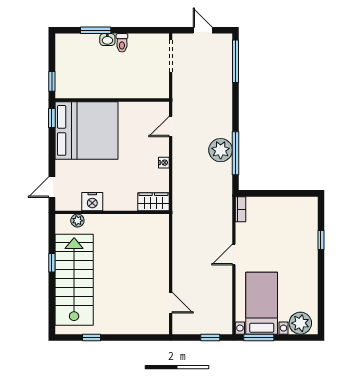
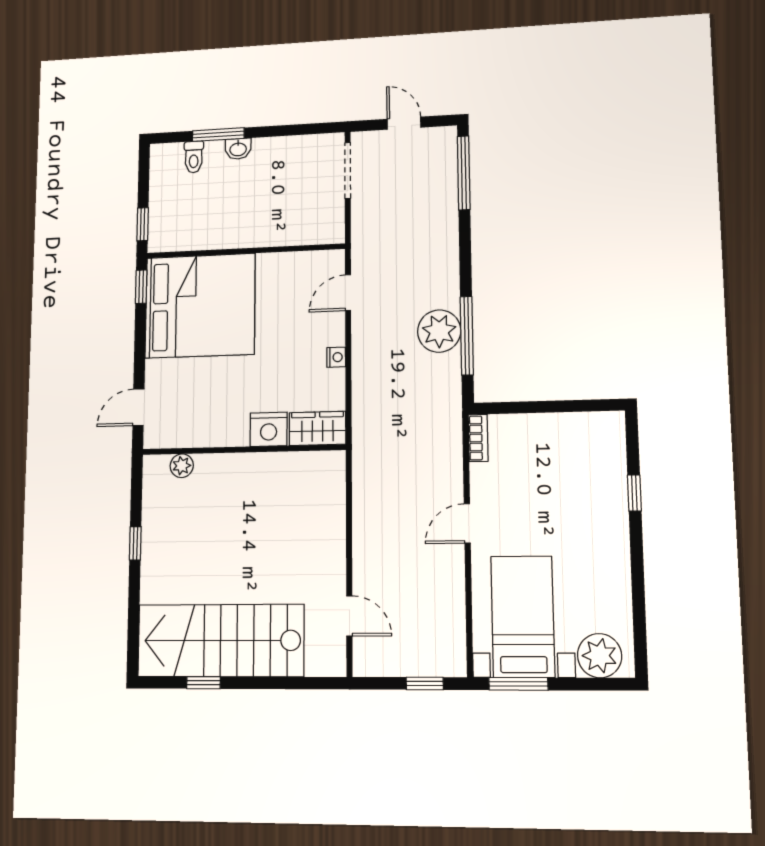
toilet: (122, 43) -> (194, 157), moved
nightstand: (92, 202) -> (269, 429), moved
stairs: (74, 280) -> (221, 640), moved, turned -90

